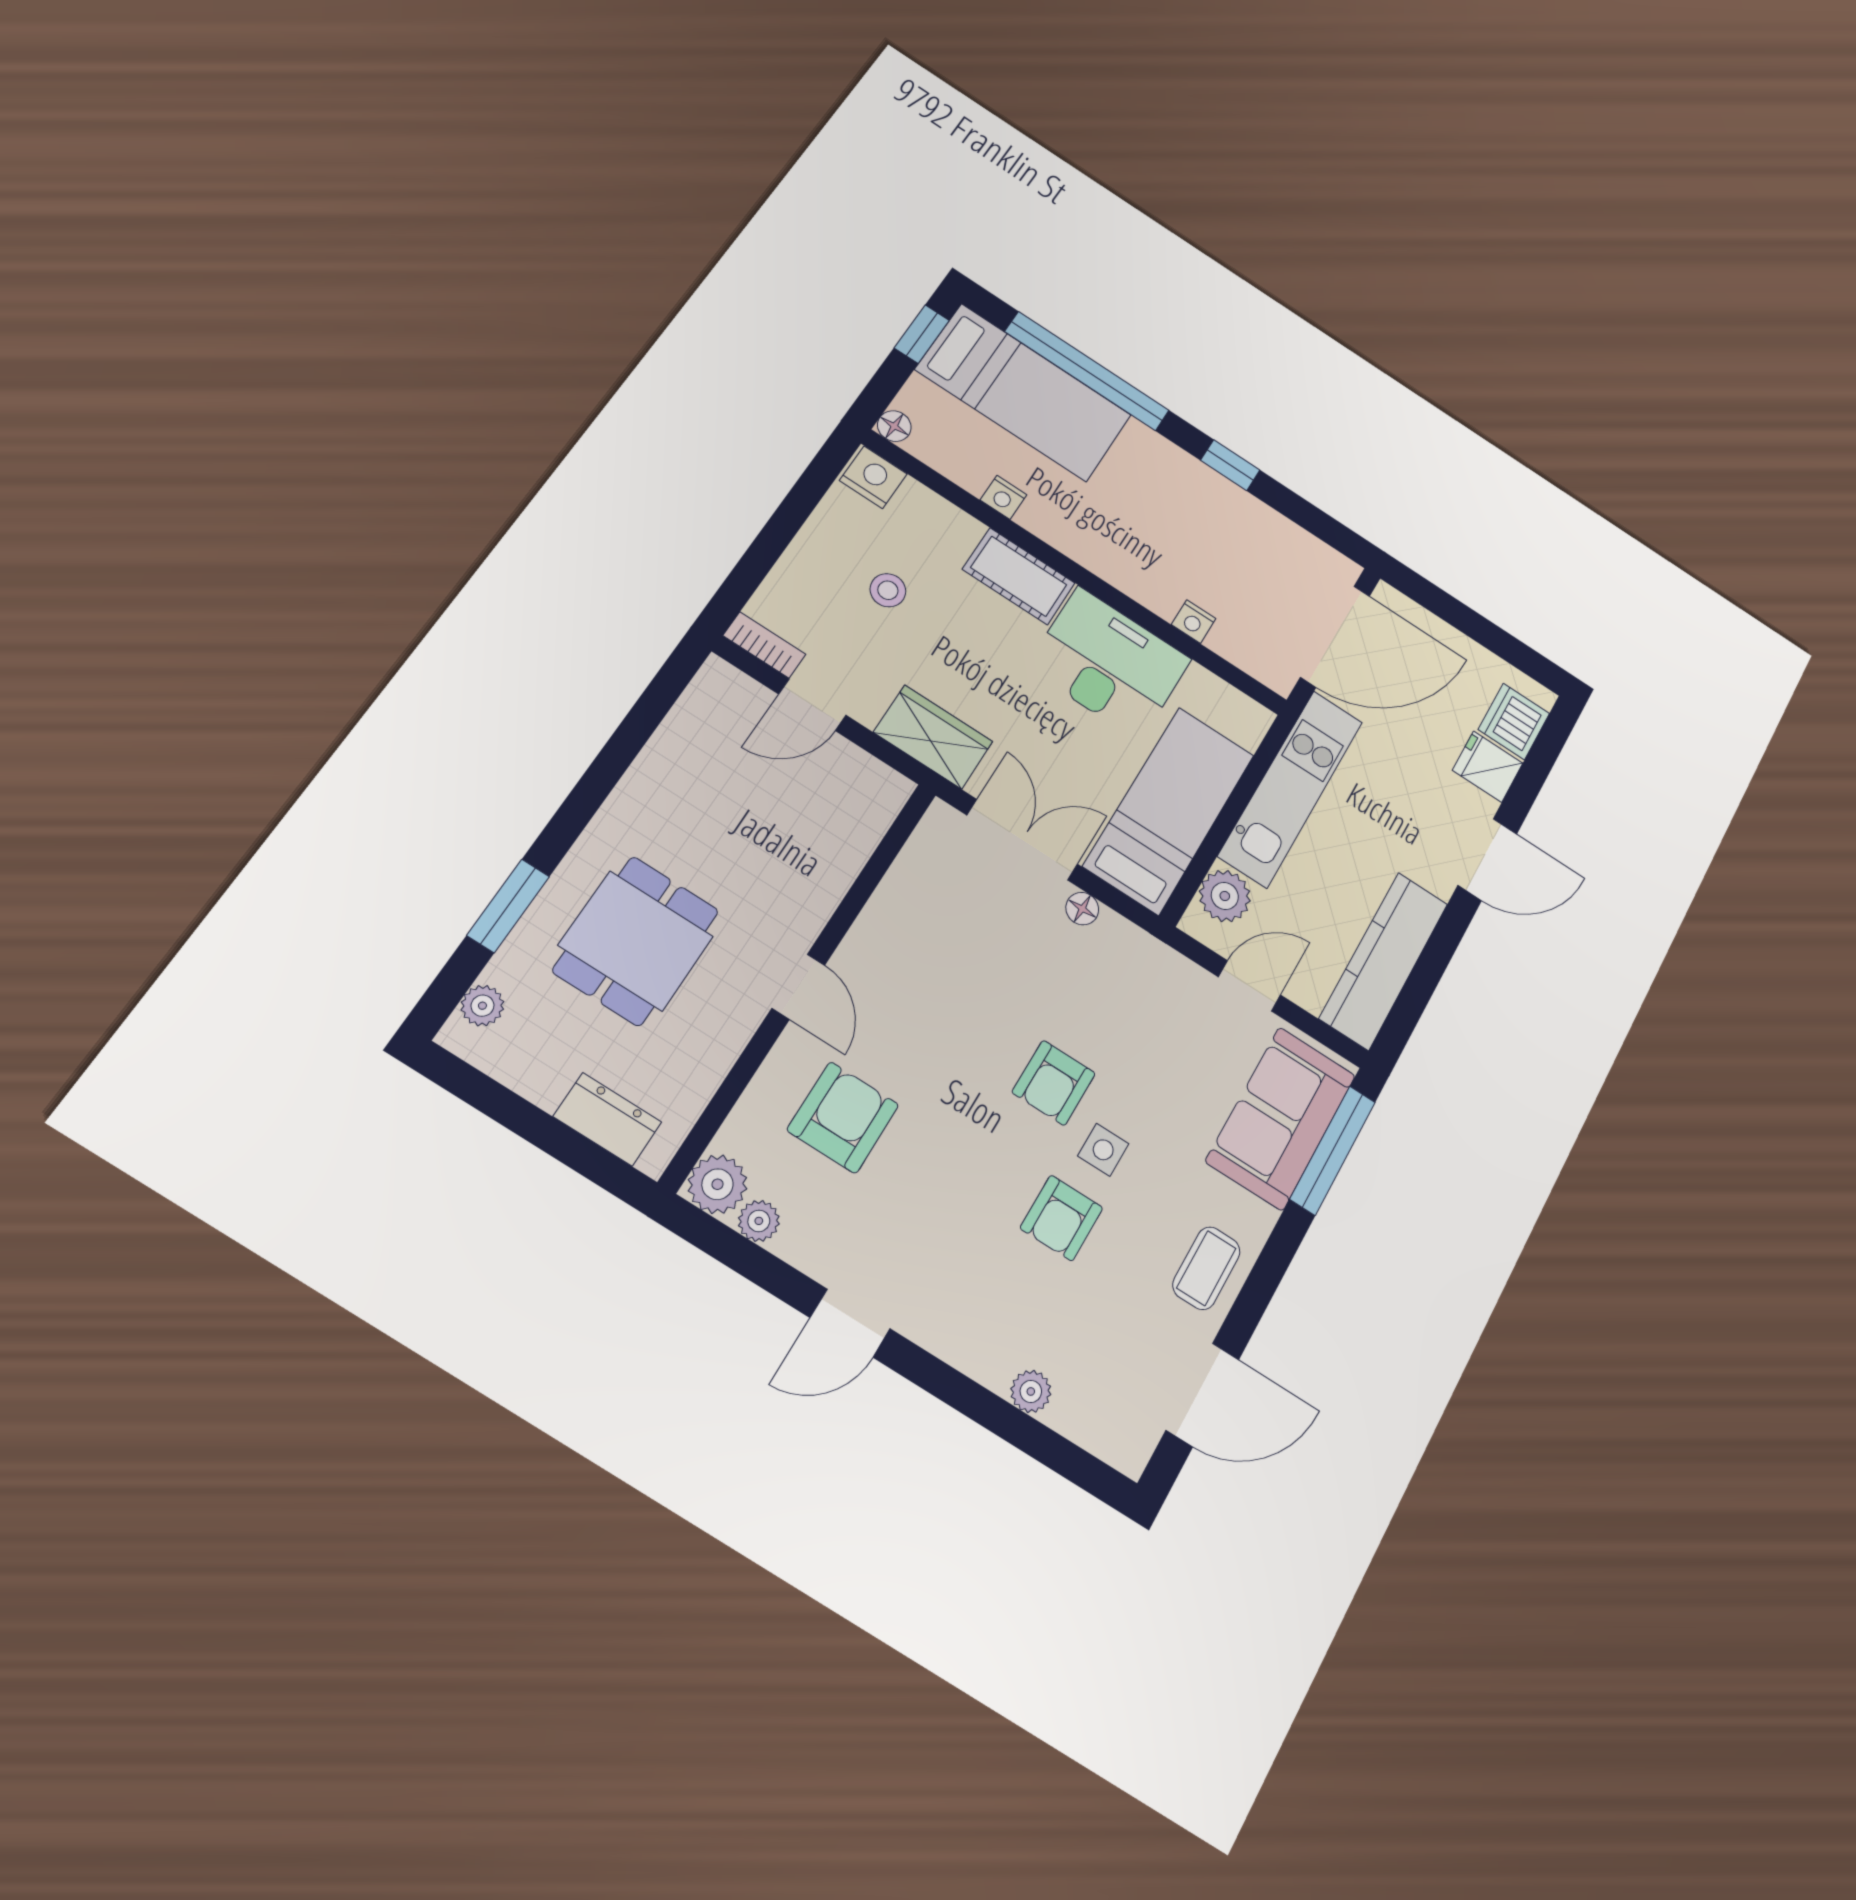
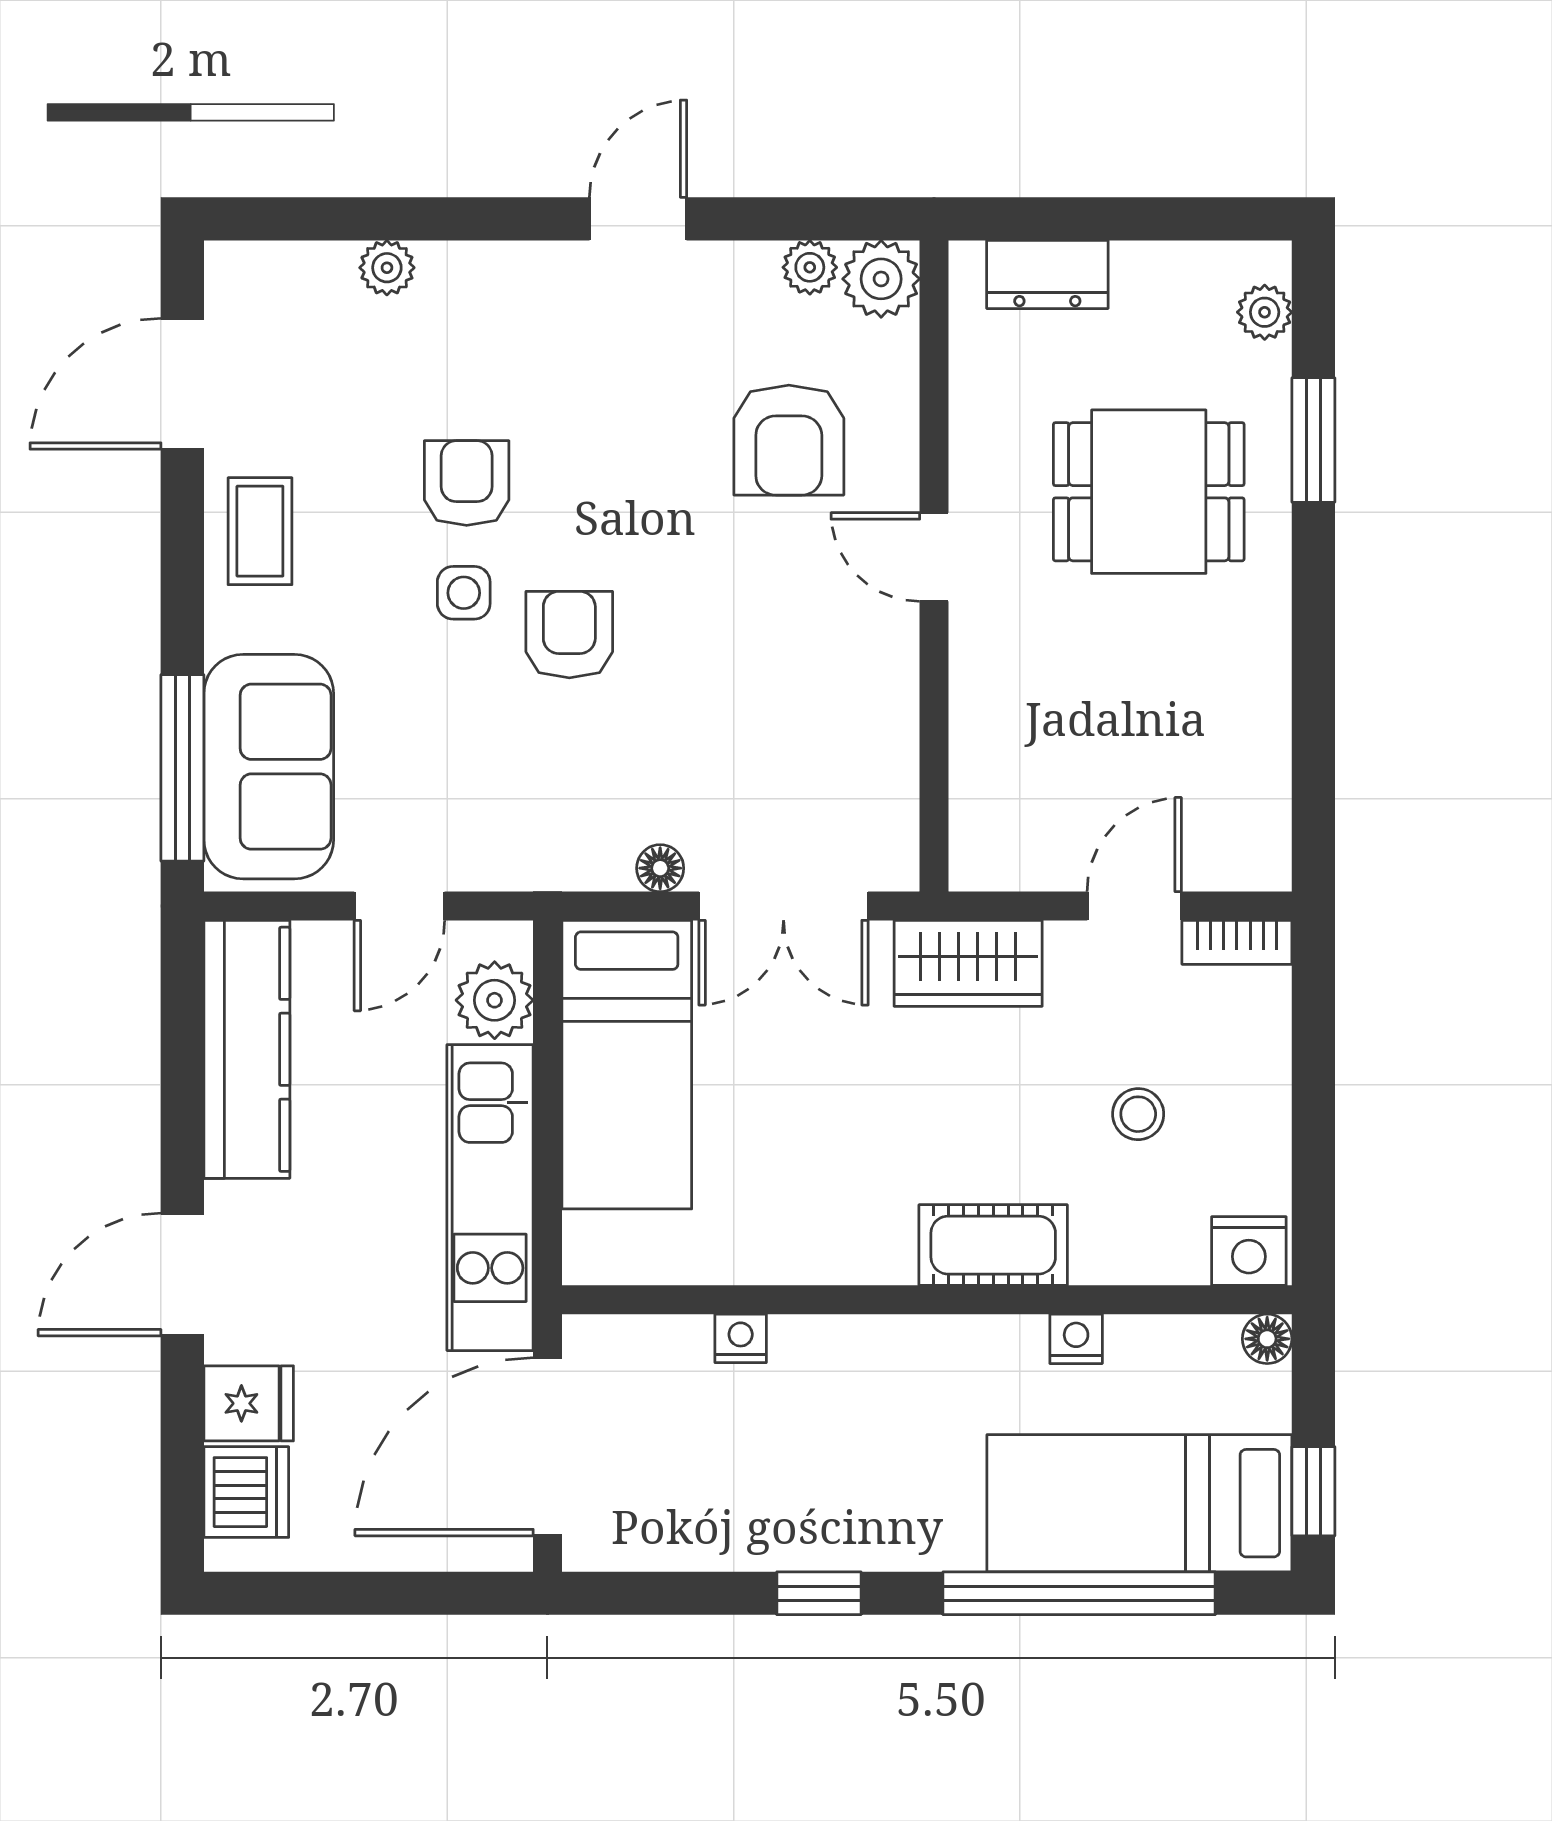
desk: (1109, 663) -> (813, 1207), removed
dining table: (636, 941) -> (1149, 492), turned 90

